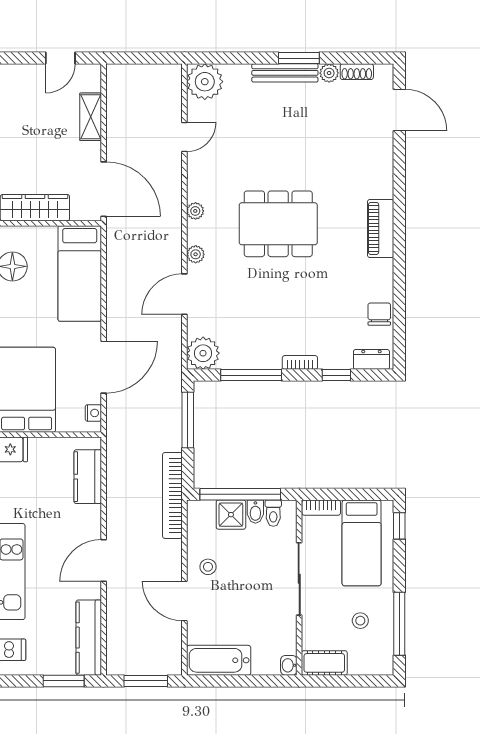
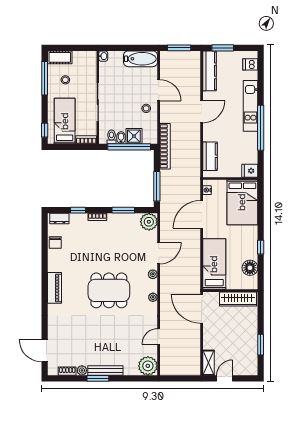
shelving: (91, 117) -> (208, 363), moved
window: (251, 375) -> (123, 210), width x0.69
cot: (324, 663) -> (60, 57), moved

